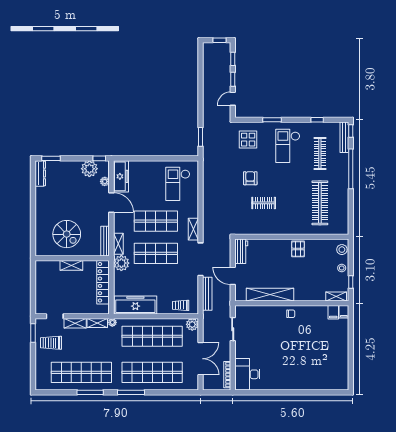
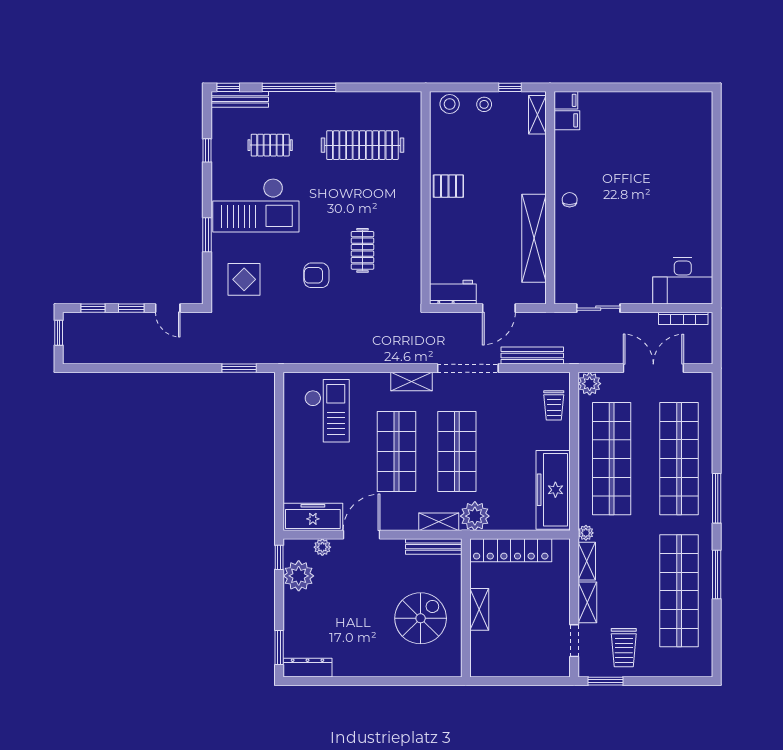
checkout: (288, 146) -> (256, 205), width x1.36, depth x1.21
clothes rail: (320, 154) -> (270, 145), width x0.73
checkout: (178, 184) -> (327, 411), turned -90

